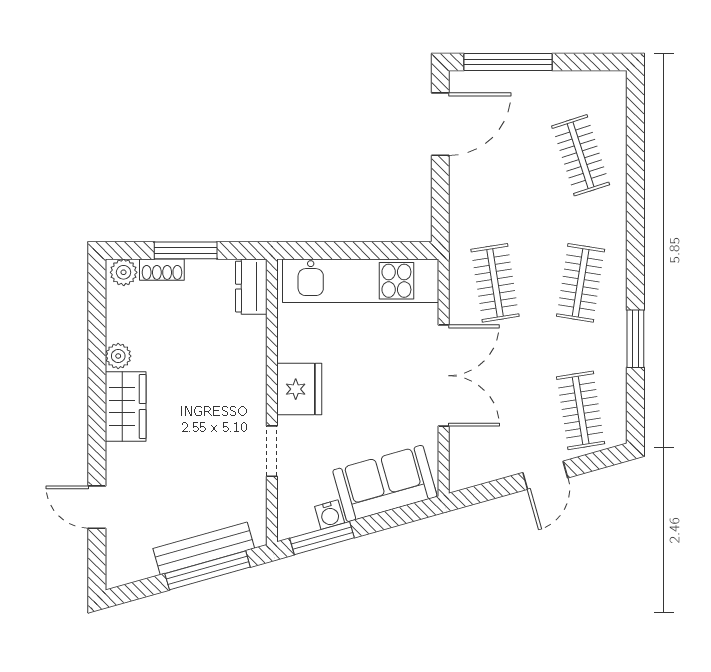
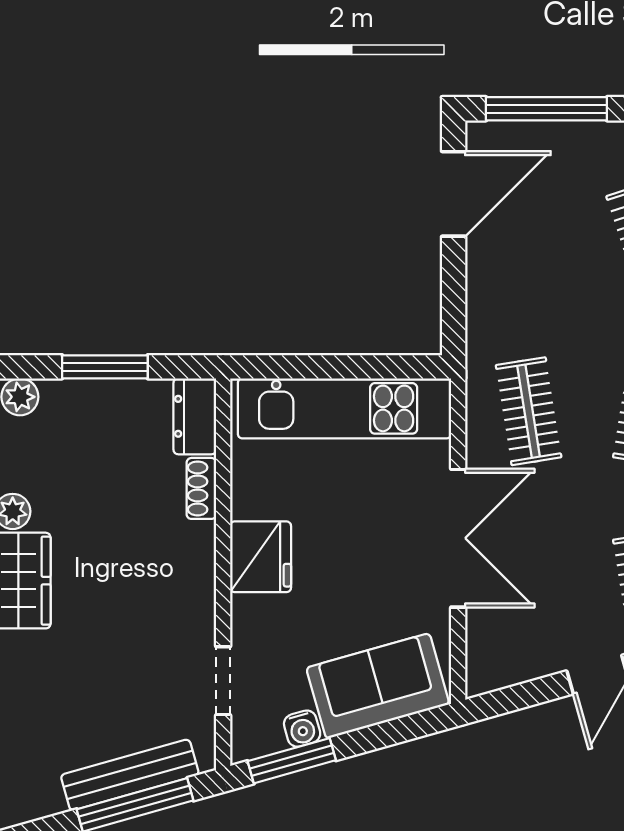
shoe rack: (162, 270) -> (201, 488), moved, turned 90
doorway: (272, 451) -> (223, 681), moved

